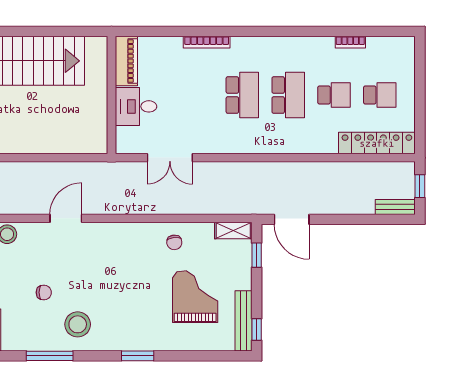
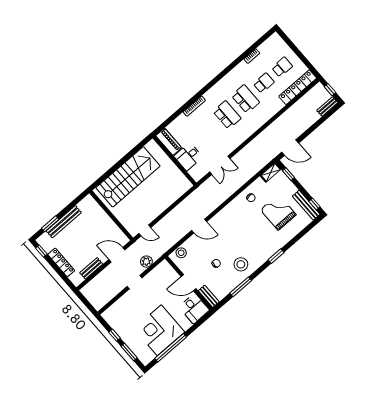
door: (66, 218) -> (199, 226), swing flipped

